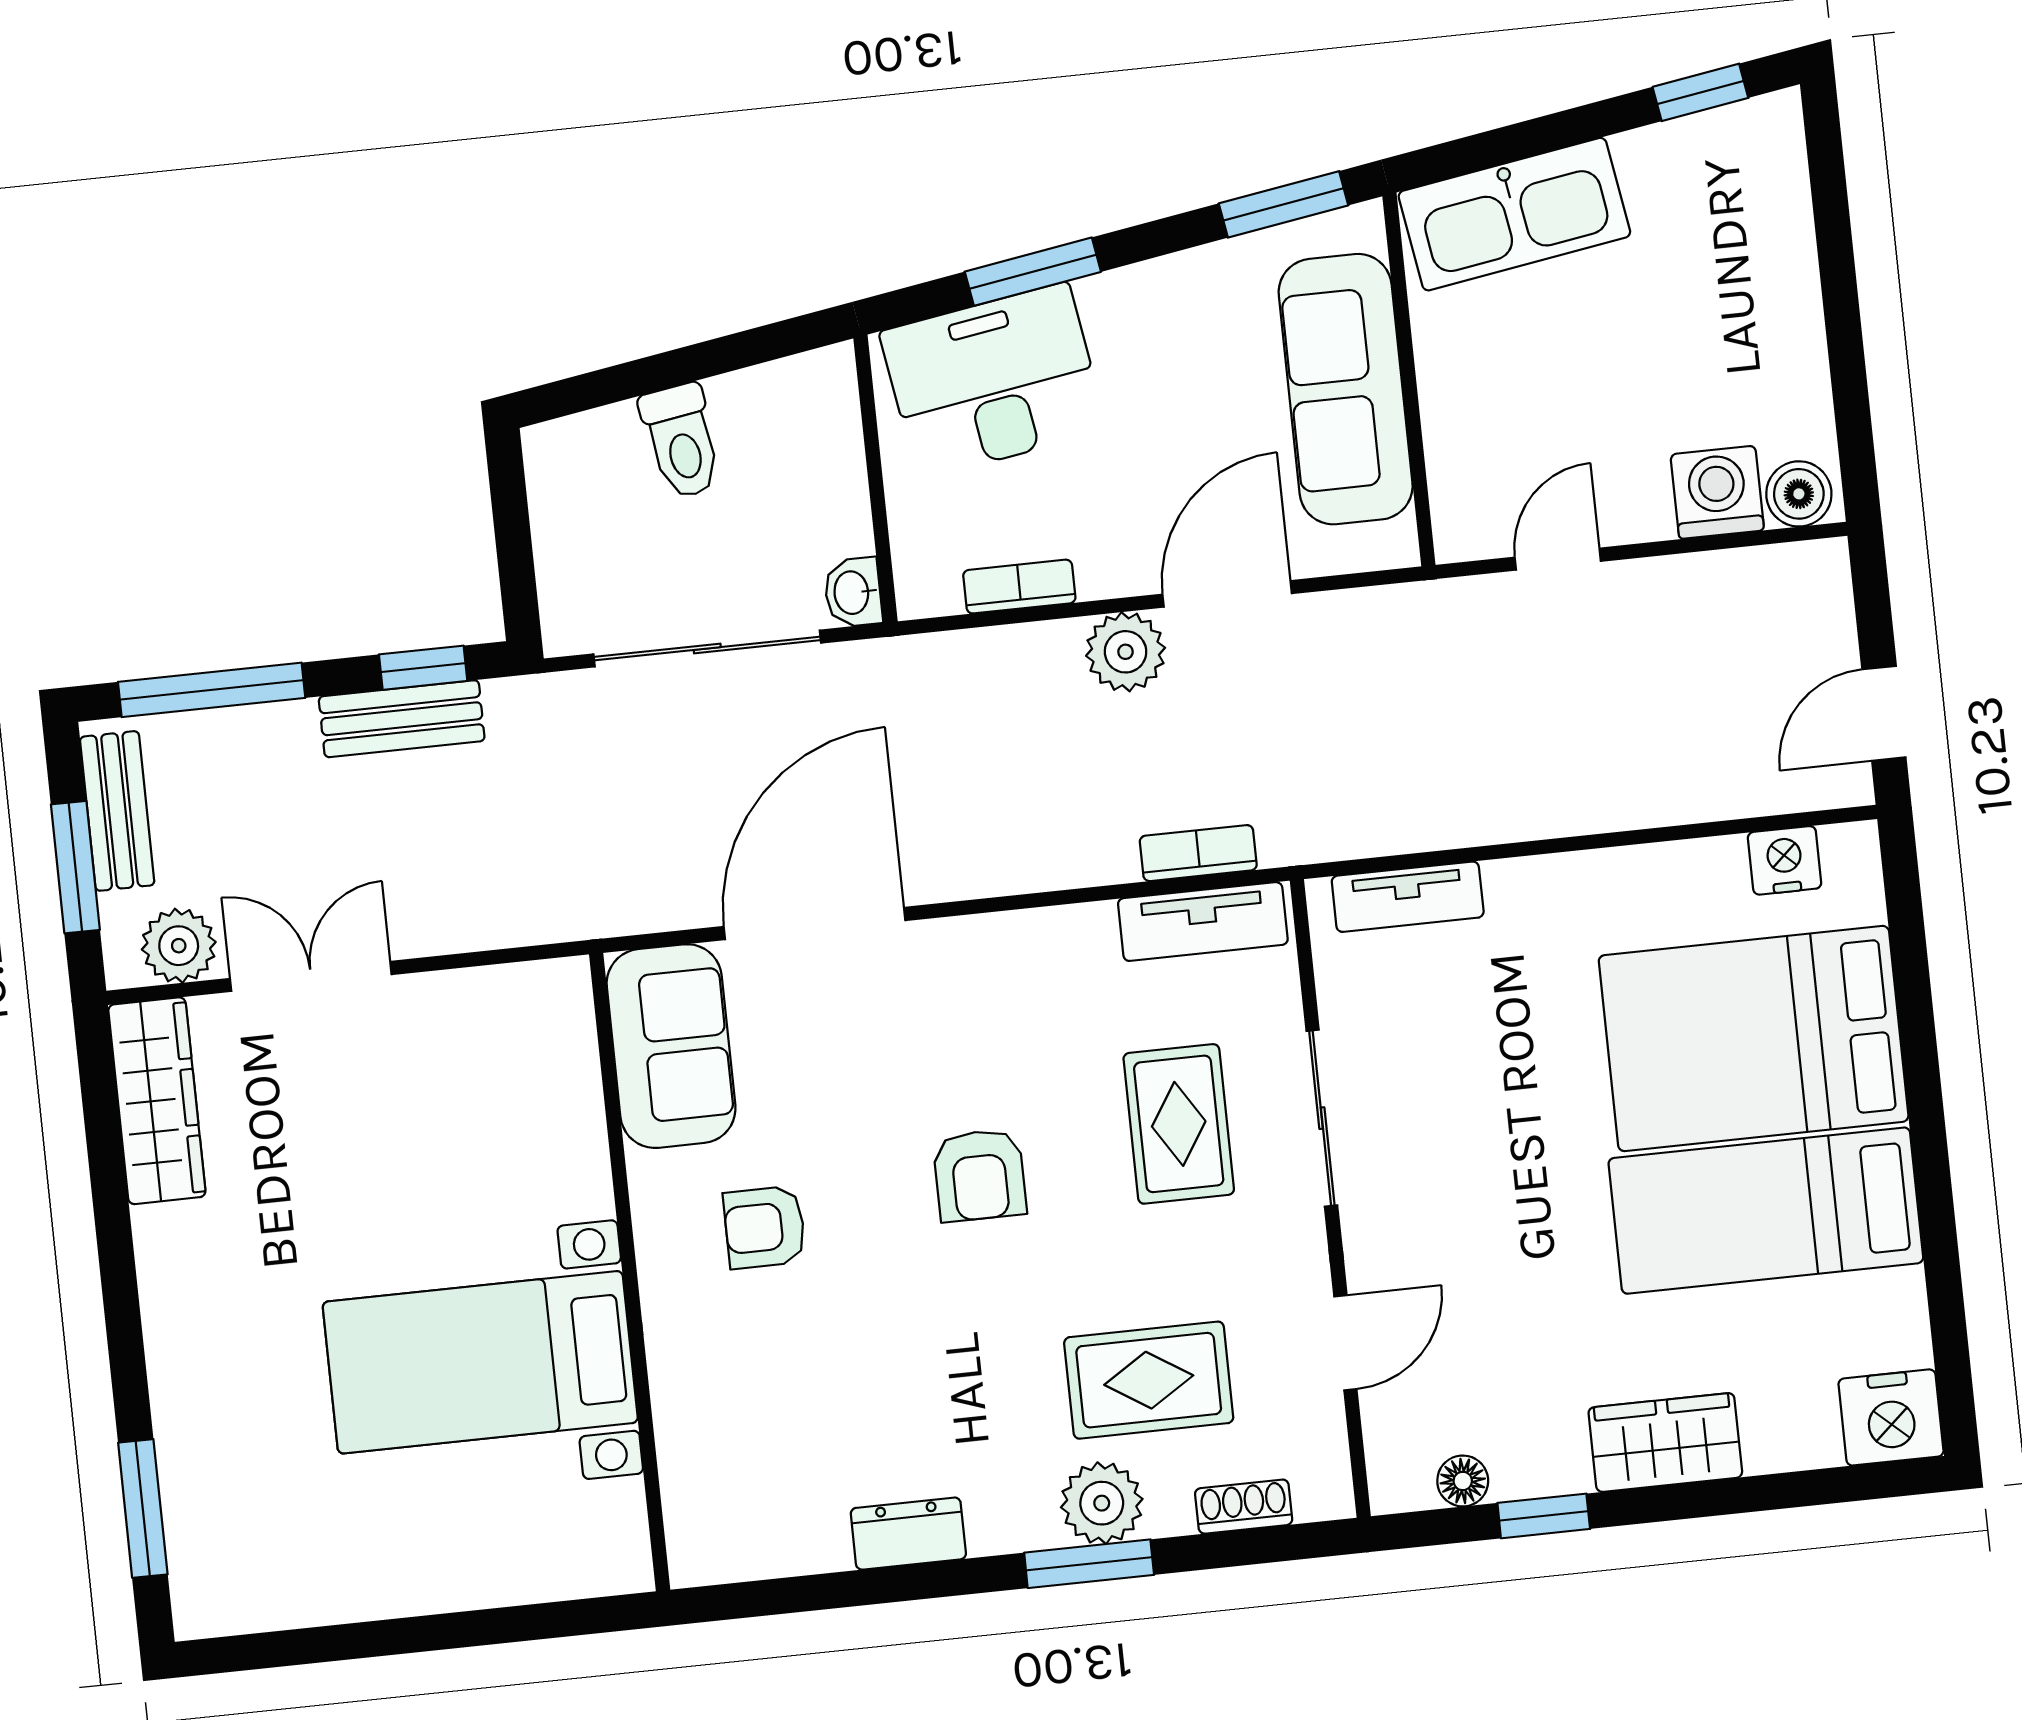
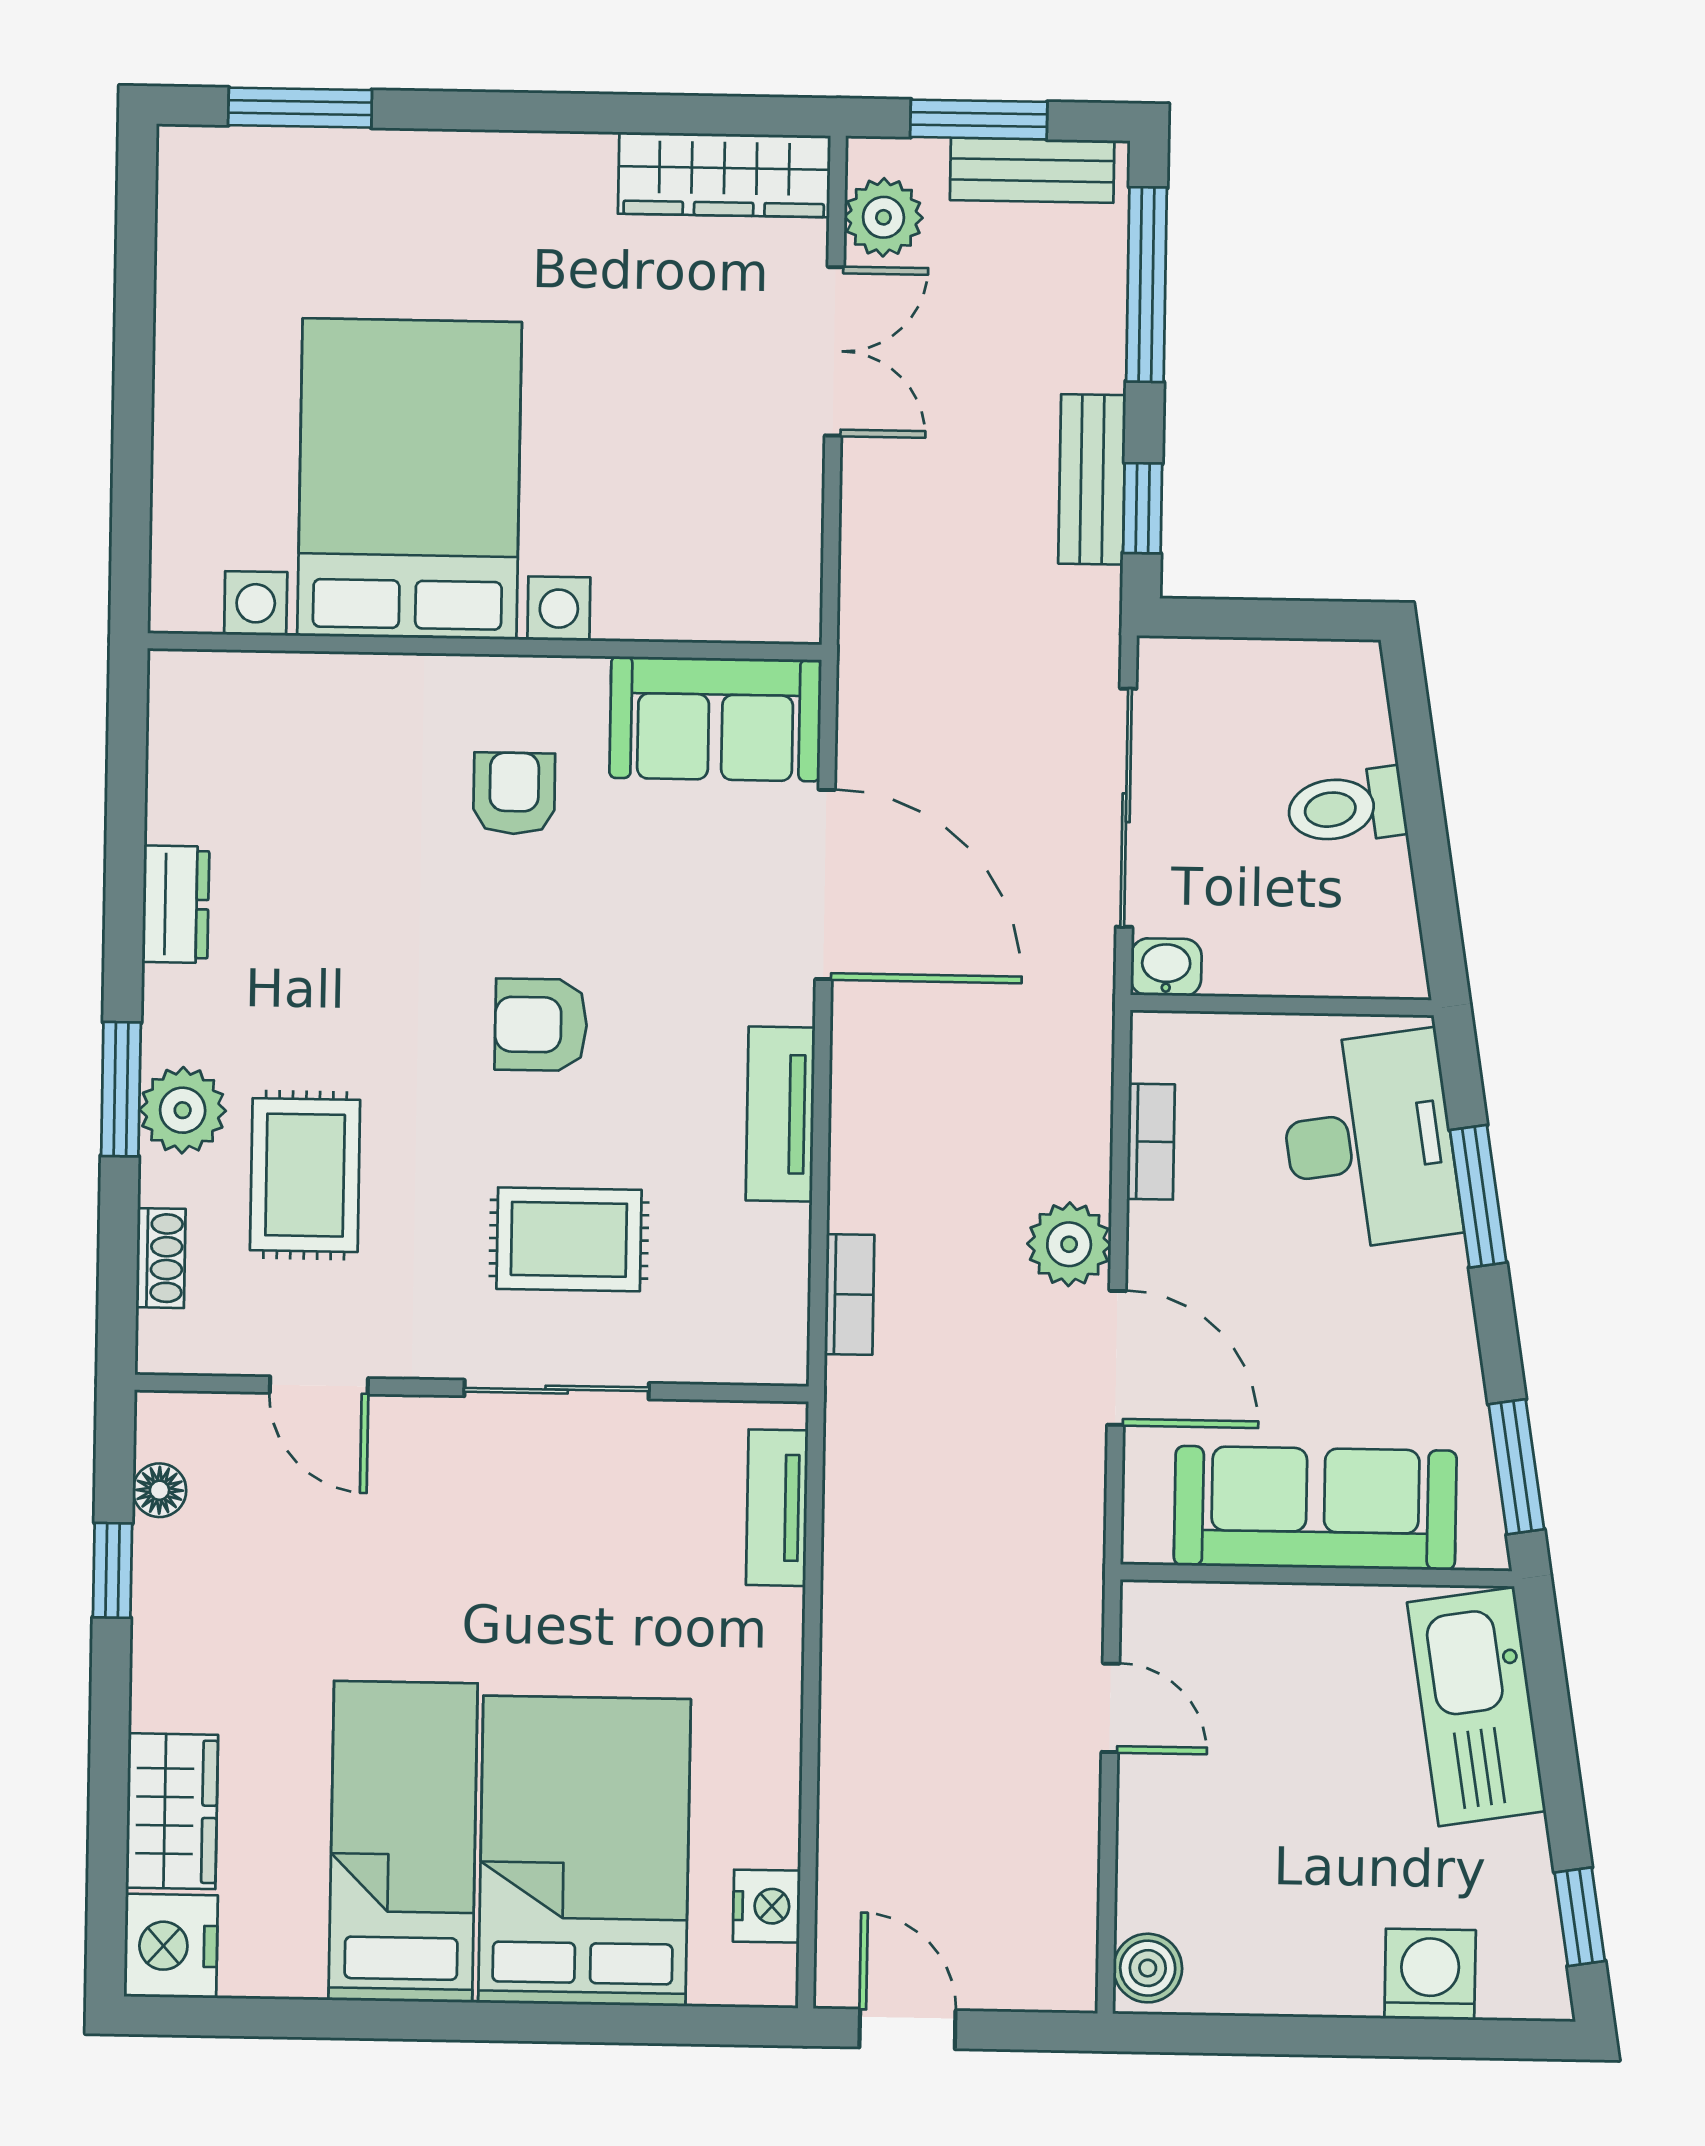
washing machine: (1717, 492) -> (1430, 1974), moved, turned -90
tv unit: (1203, 922) -> (780, 1114), moved
bed with nightstands: (480, 1362) -> (410, 479), width x1.36
wardrobe: (1665, 1442) -> (172, 1811), moved

